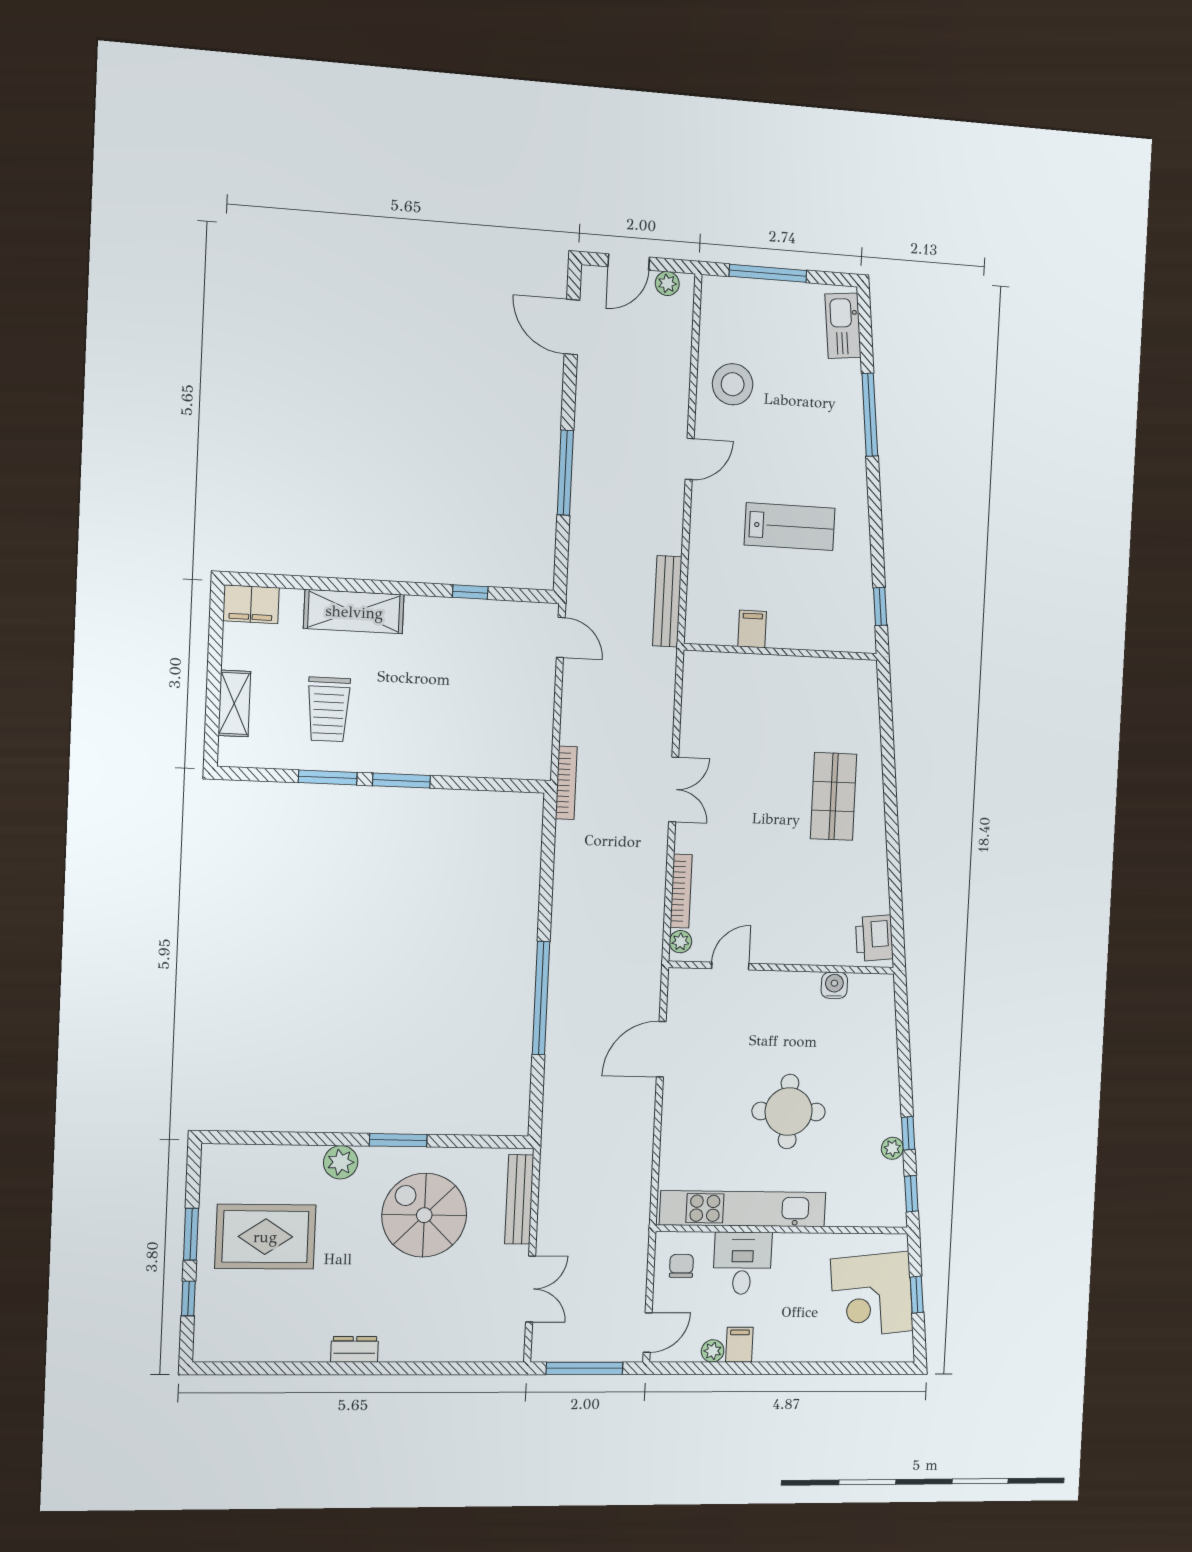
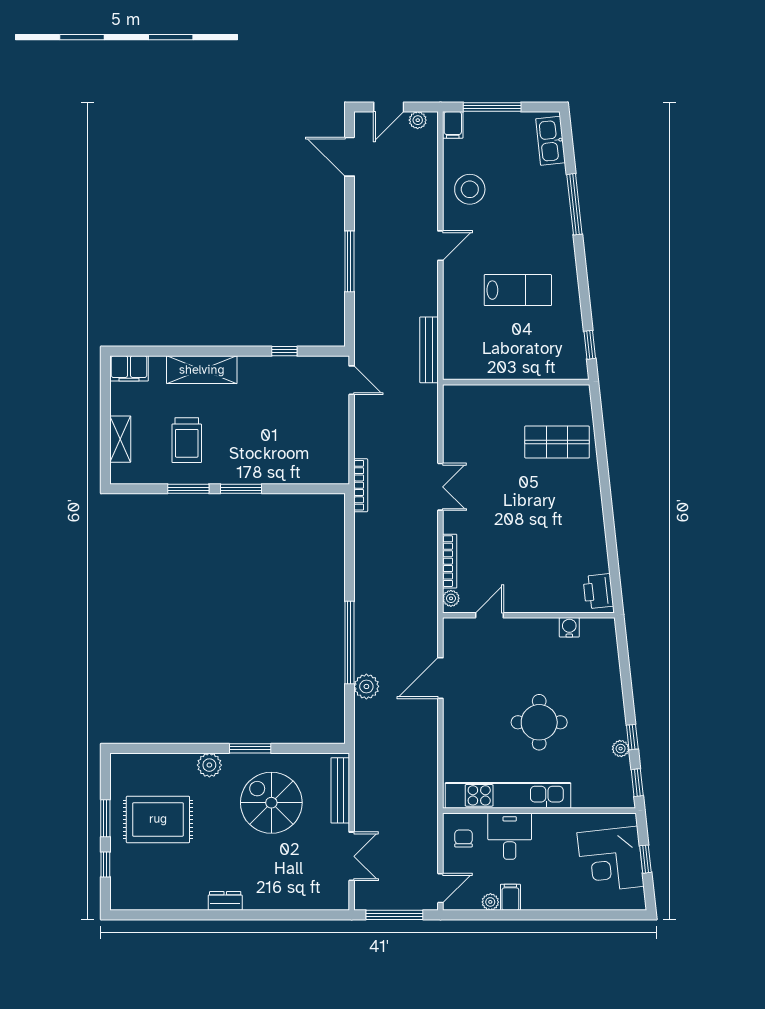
filing cabinet: (752, 629) -> (453, 125), moved, turned 180
shop shelf: (834, 796) -> (557, 442), moved, turned 90
plant: (561, 1058) -> (366, 686), added

